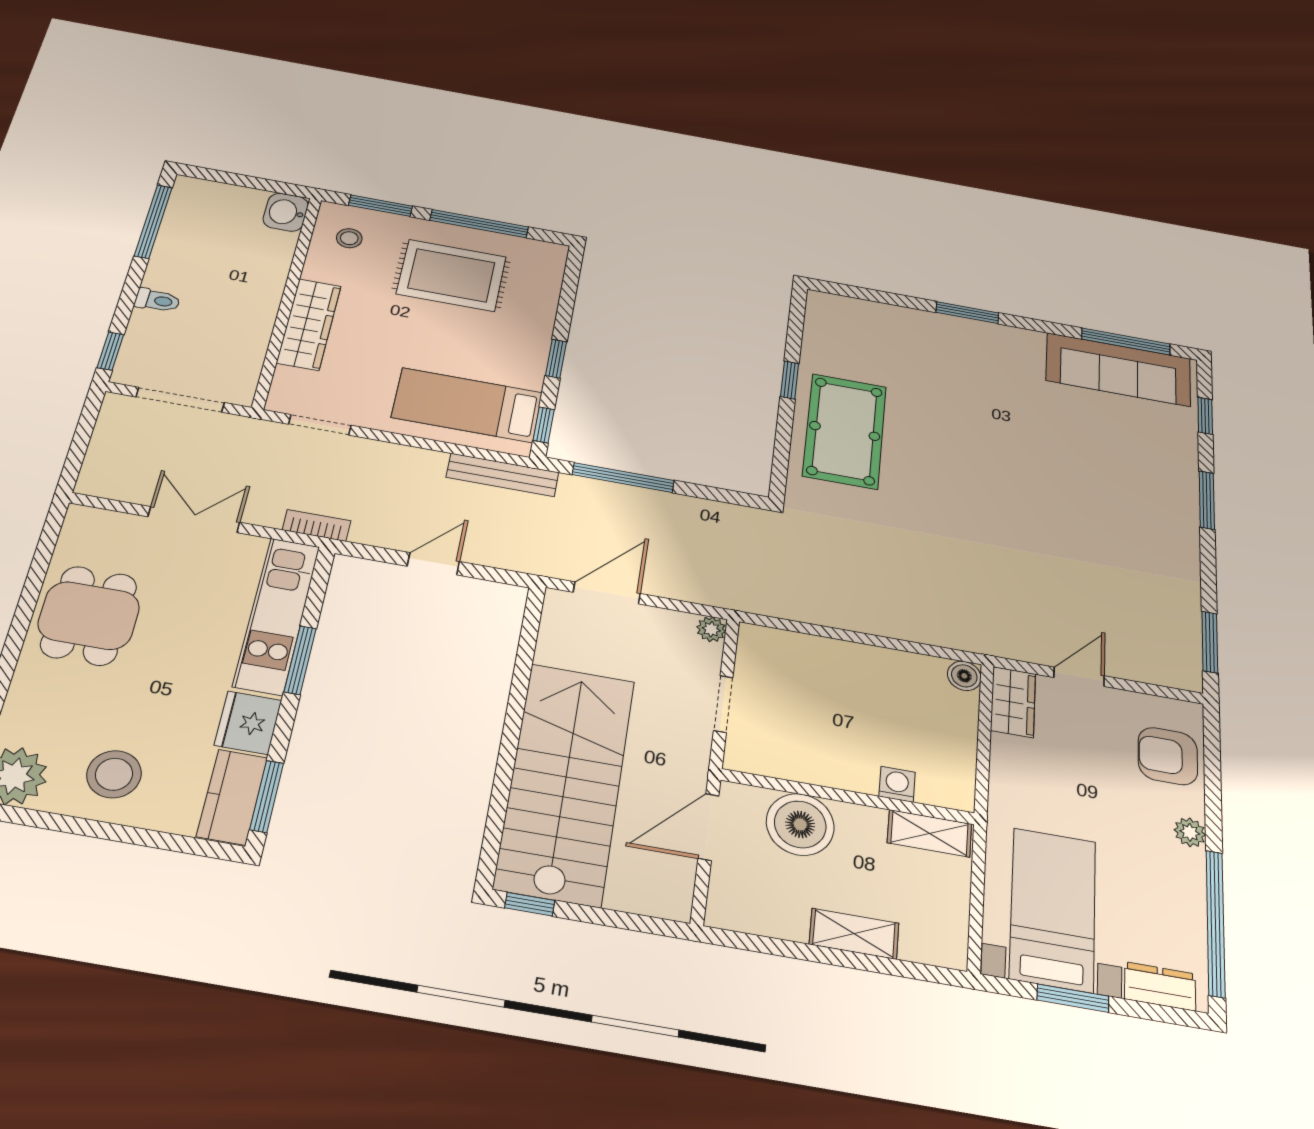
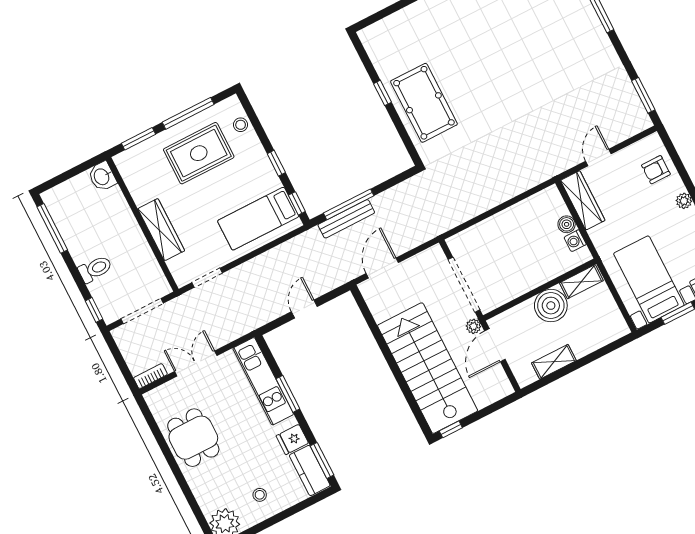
stool: (349, 238) -> (241, 125), moved
toilet: (157, 300) -> (95, 269), width x1.37, depth x1.39
bench: (502, 475) -> (346, 219), moved
bookcase: (317, 525) -> (150, 376), moved
plant: (711, 629) -> (473, 326), moved
boiler: (964, 676) -> (567, 224), moved
wardrobe: (1013, 702) -> (583, 200), width x1.50
doorway: (723, 704) -> (464, 285), width x1.88
fridge: (248, 723) -> (292, 440), width x0.72
armchair: (1168, 756) -> (656, 170), width x0.72, depth x0.72
stool: (114, 774) -> (260, 495), width x0.53, depth x0.53
washing machine: (897, 784) -> (575, 241), moved, turned -90
boiler: (800, 824) -> (551, 306), moved
shelving: (854, 934) -> (554, 362), moved

